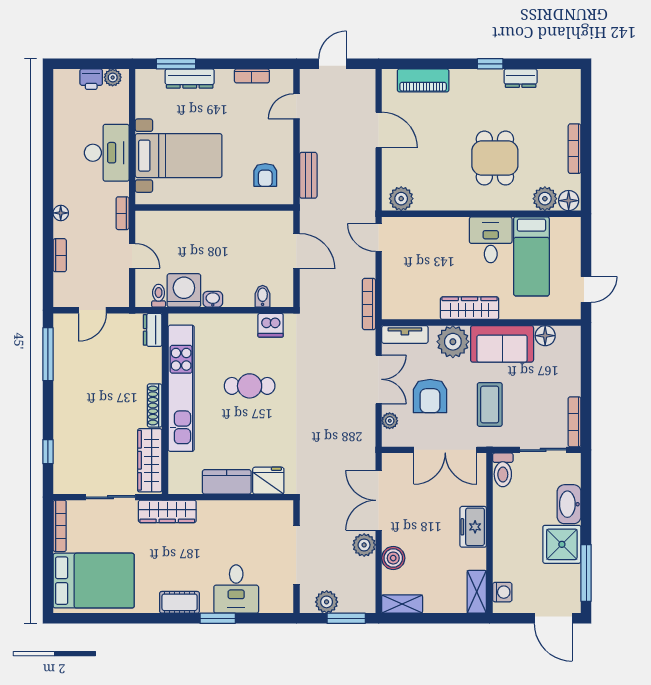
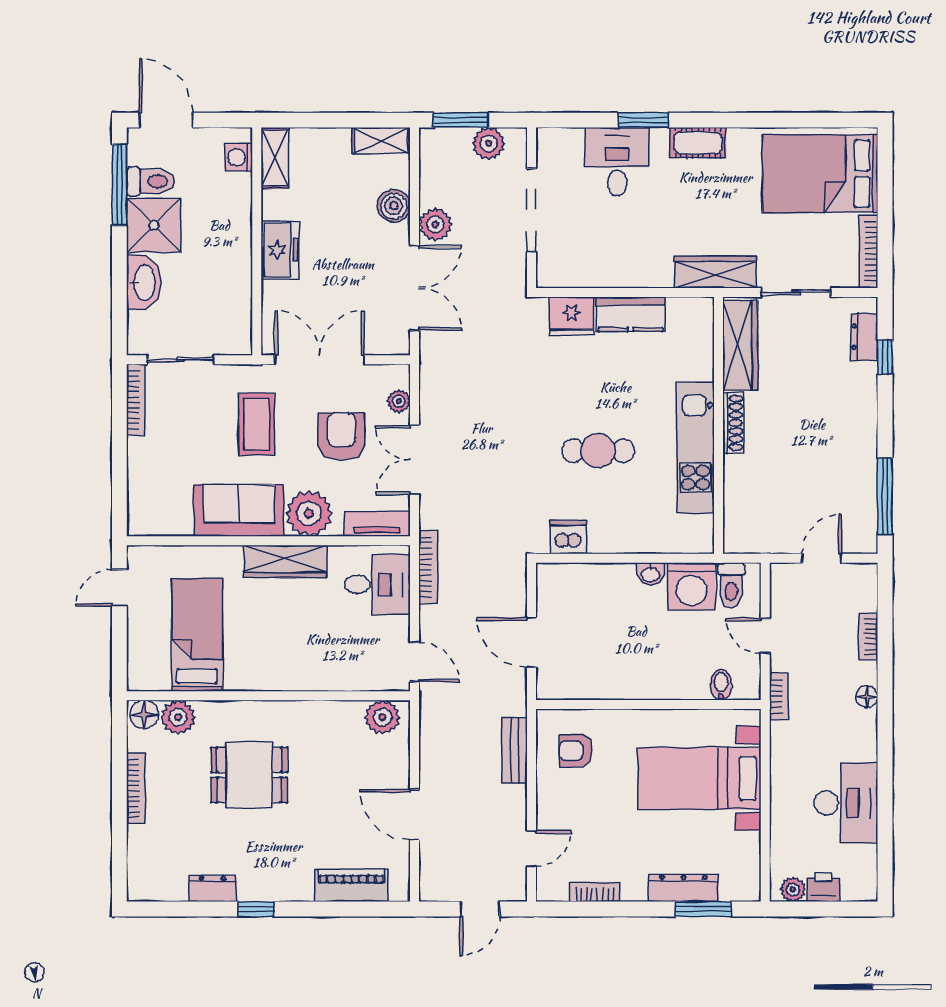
desk: (107, 153) -> (846, 803), moved, turned 180
dining table: (495, 158) -> (249, 775), turned 90
armchair: (265, 175) -> (576, 751), turned -90
desk: (491, 240) -> (377, 584), moved, turned -90
toilet: (159, 296) -> (731, 585), width x1.37, depth x1.39
bidet: (263, 296) -> (721, 685), moved, turned 180
dresser: (153, 330) -> (864, 337), moved, turned 180
floor lamp: (545, 336) -> (178, 522), removed
kitchen unit: (181, 388) -> (696, 447), width x0.73
toilet: (503, 470) -> (151, 181), moved, turned 90

